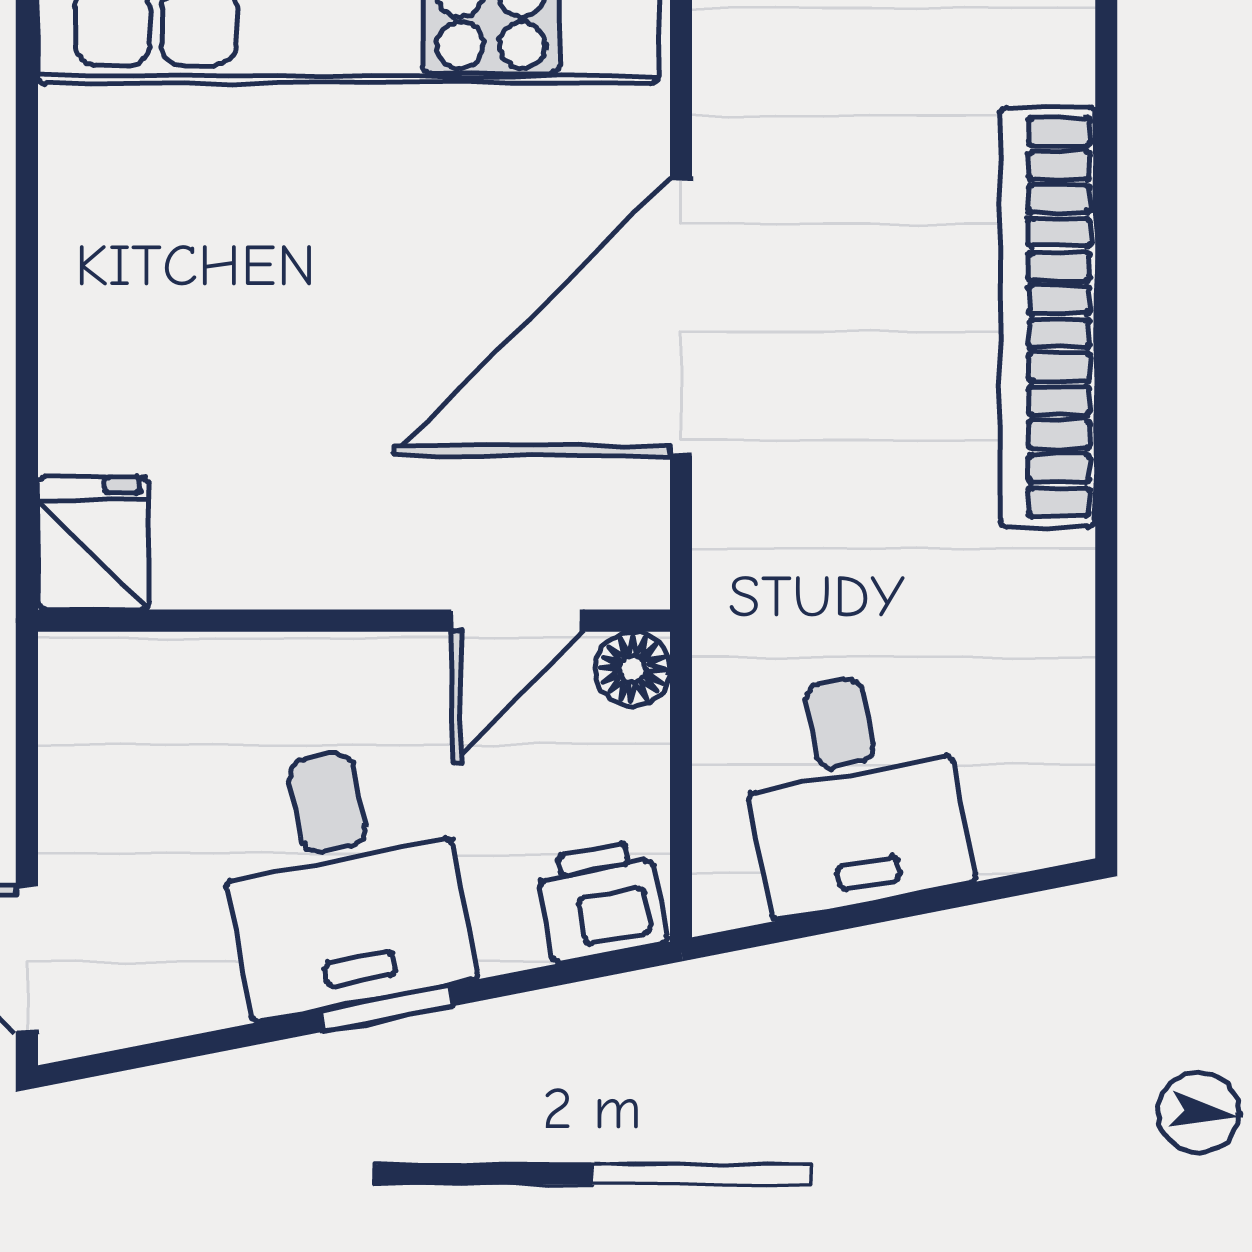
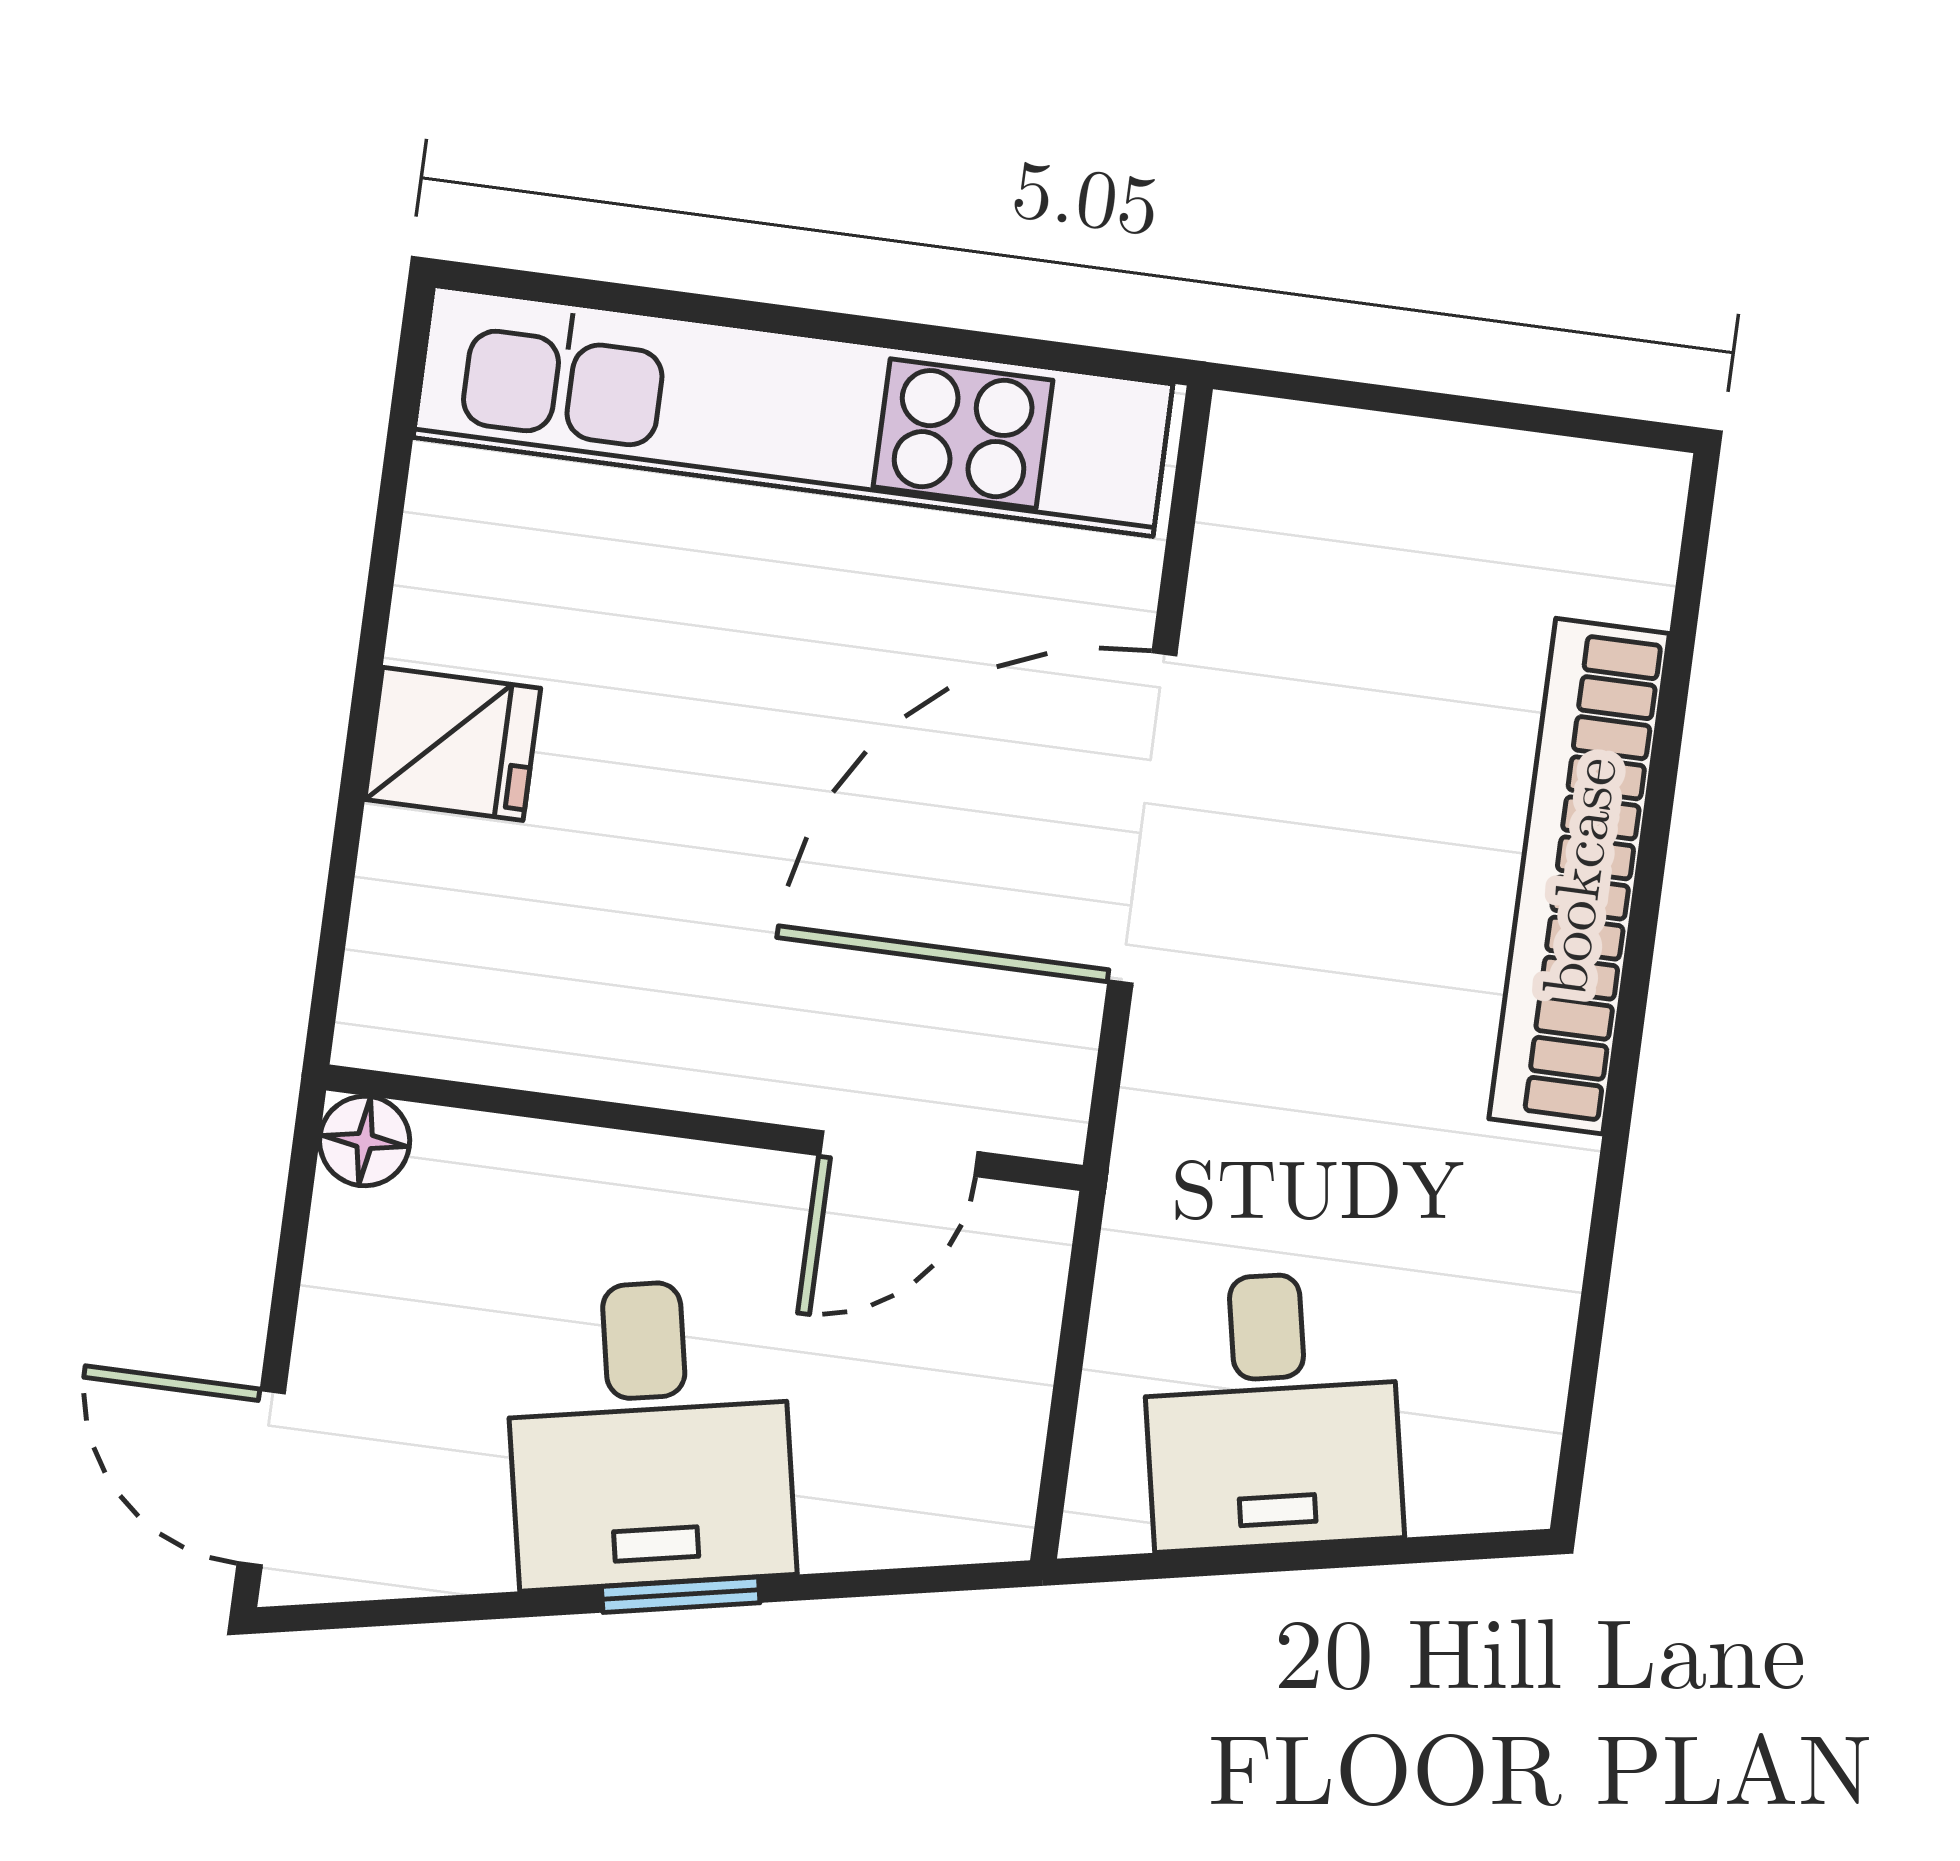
fridge: (93, 543) -> (453, 744), moved, turned 90
floor lamp: (633, 669) -> (365, 1141), moved
printer: (601, 901) -> (954, 1501), removed

